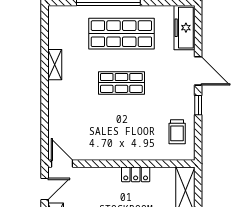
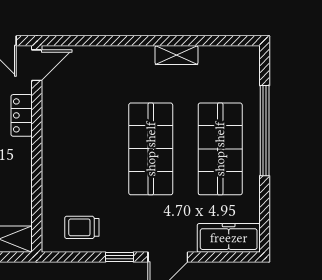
shop shelf: (121, 83) -> (151, 149), width x1.43, depth x1.36
locker: (136, 174) -> (22, 115), moved

